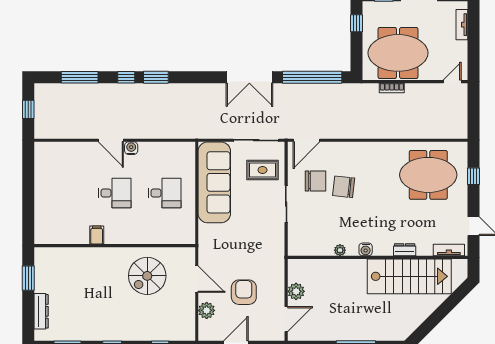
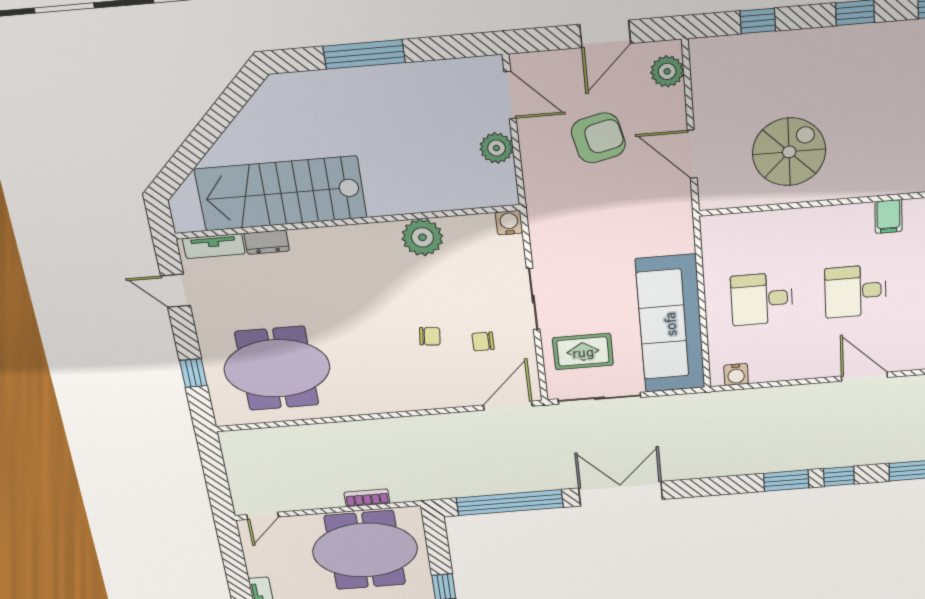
water cooler: (131, 148) -> (736, 374), moved
chair: (316, 181) -> (483, 342), width x0.54, depth x0.54
chair: (344, 187) -> (430, 336), width x0.54, depth x0.54
water cooler: (366, 249) -> (509, 223), moved
plant: (340, 250) -> (422, 237), width x1.88, depth x1.88
dresser: (405, 250) -> (267, 242), moved
armchair: (244, 292) -> (598, 138), turned -103
plant: (207, 310) -> (667, 71), moved
door: (286, 319) -> (510, 95), swing flipped

